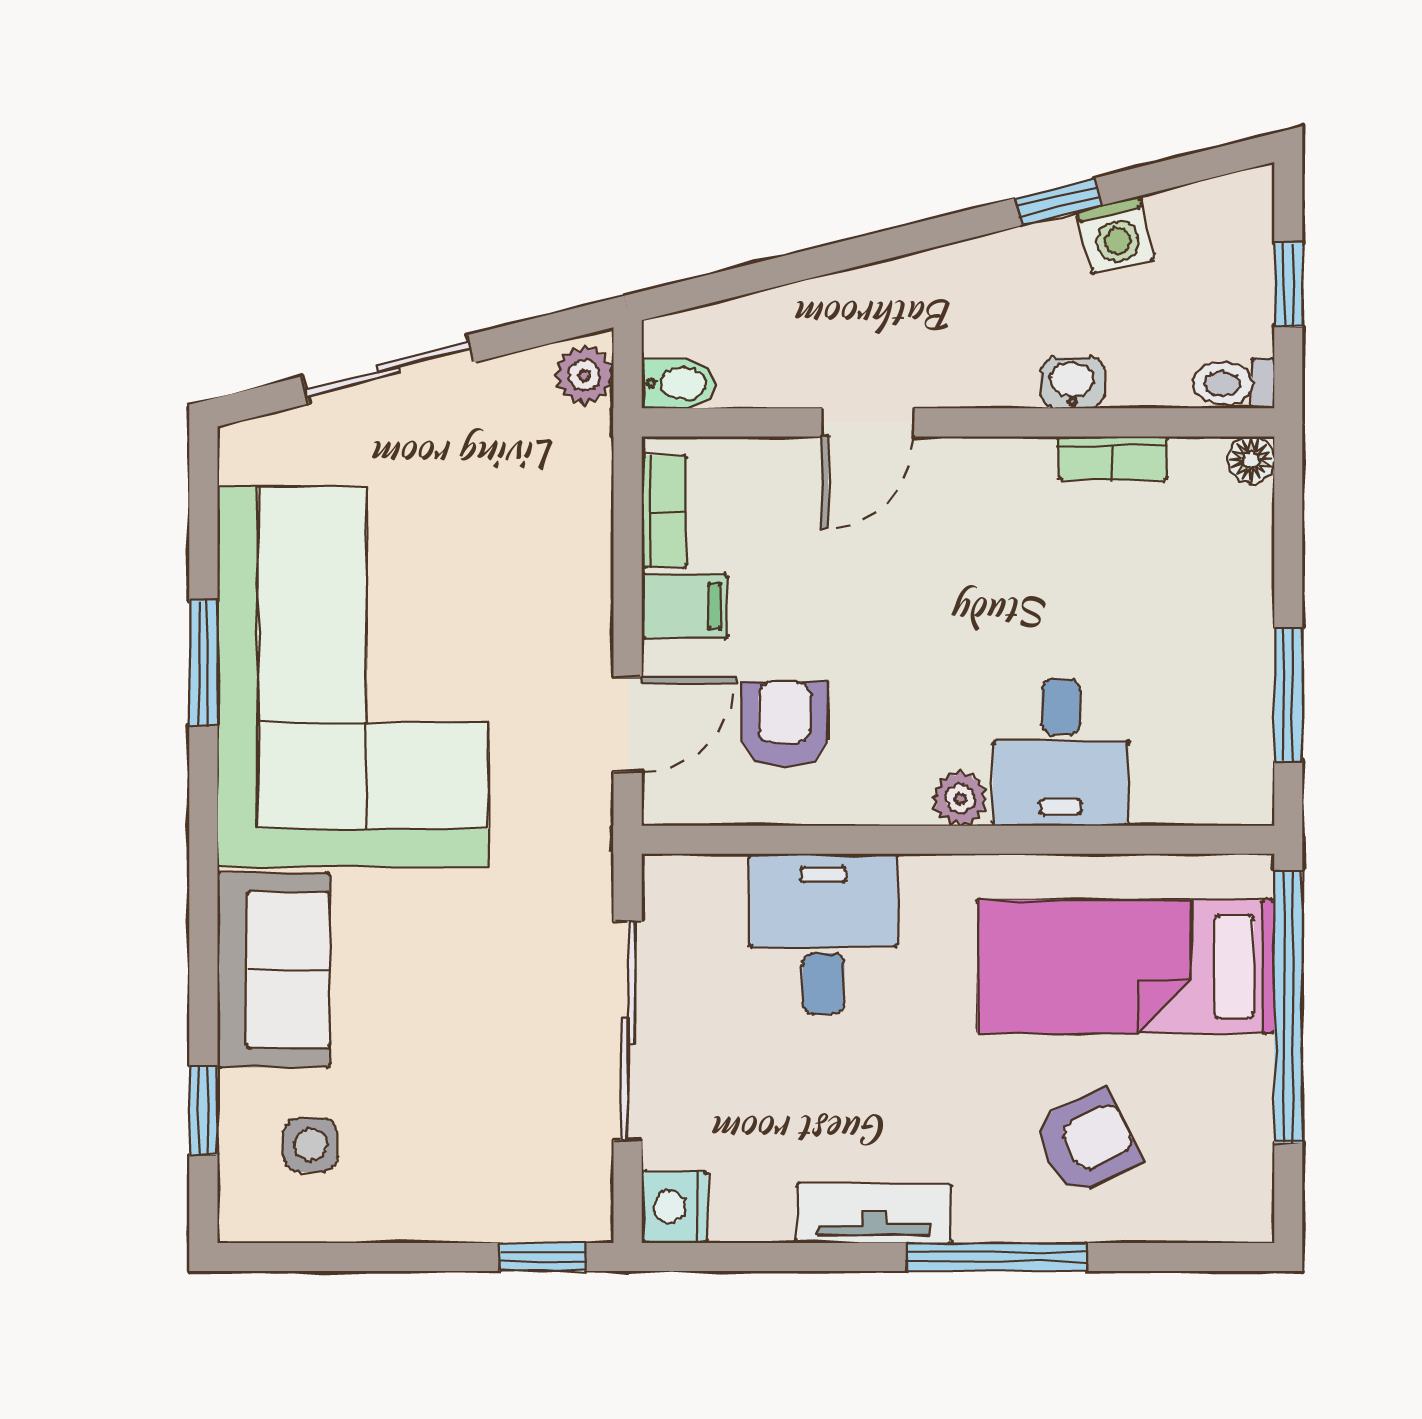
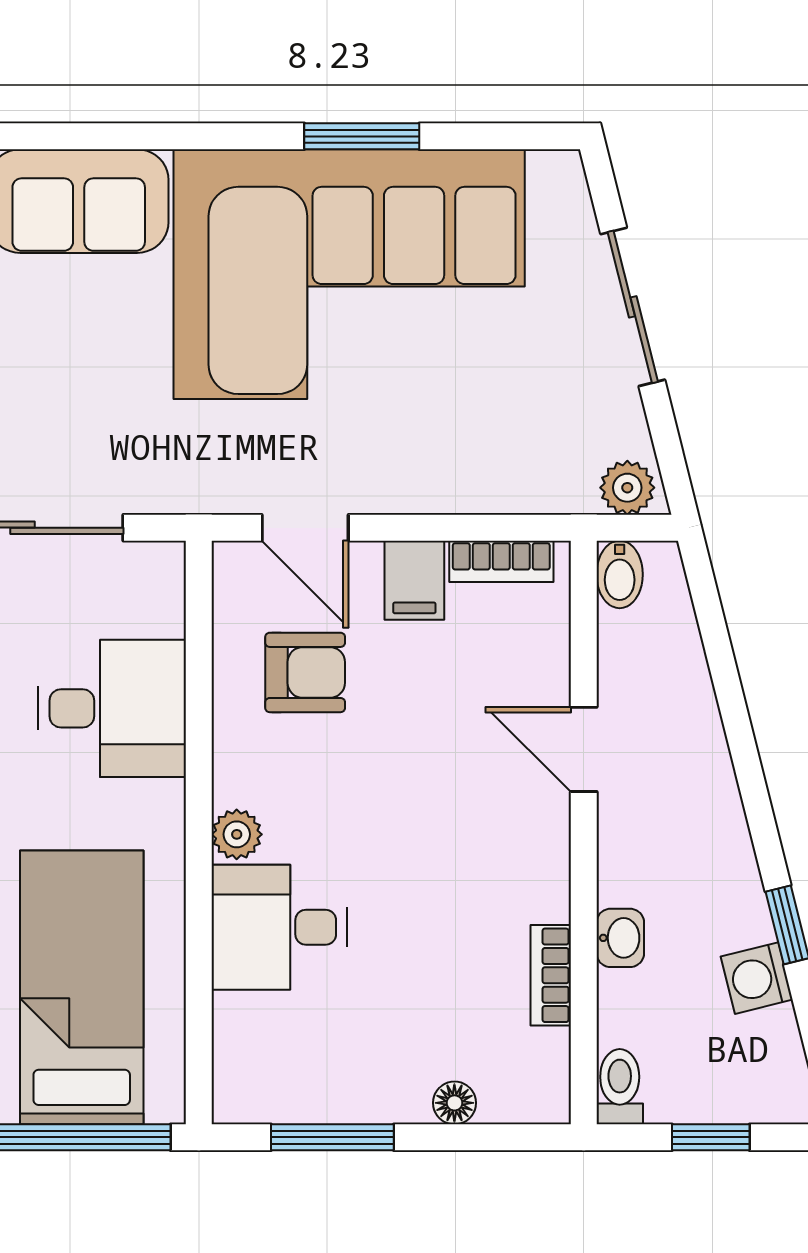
floor lamp: (1251, 460) -> (454, 1103), moved

